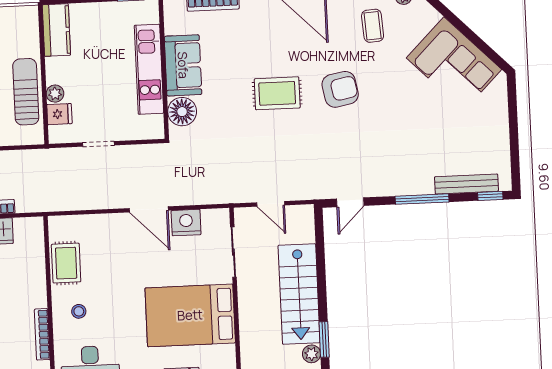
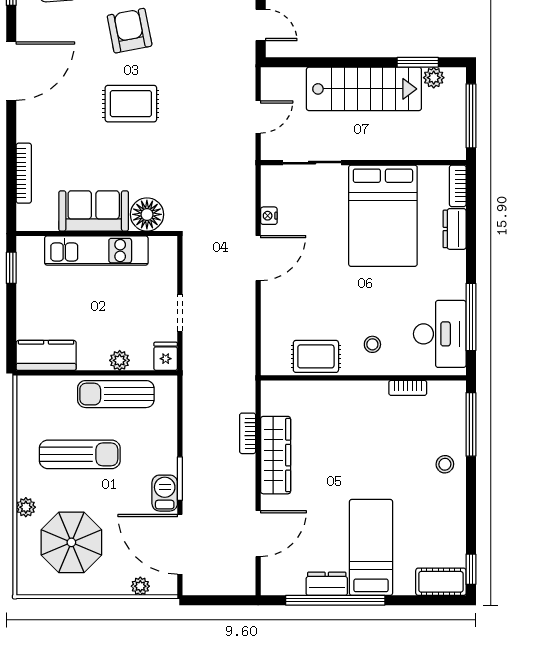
rug: (277, 93) -> (131, 104), turned 90
fridge: (59, 114) -> (166, 356), moved
nightstand: (186, 223) -> (269, 216), width x0.53, depth x0.56
bookcase: (42, 334) -> (408, 388), width x0.64

